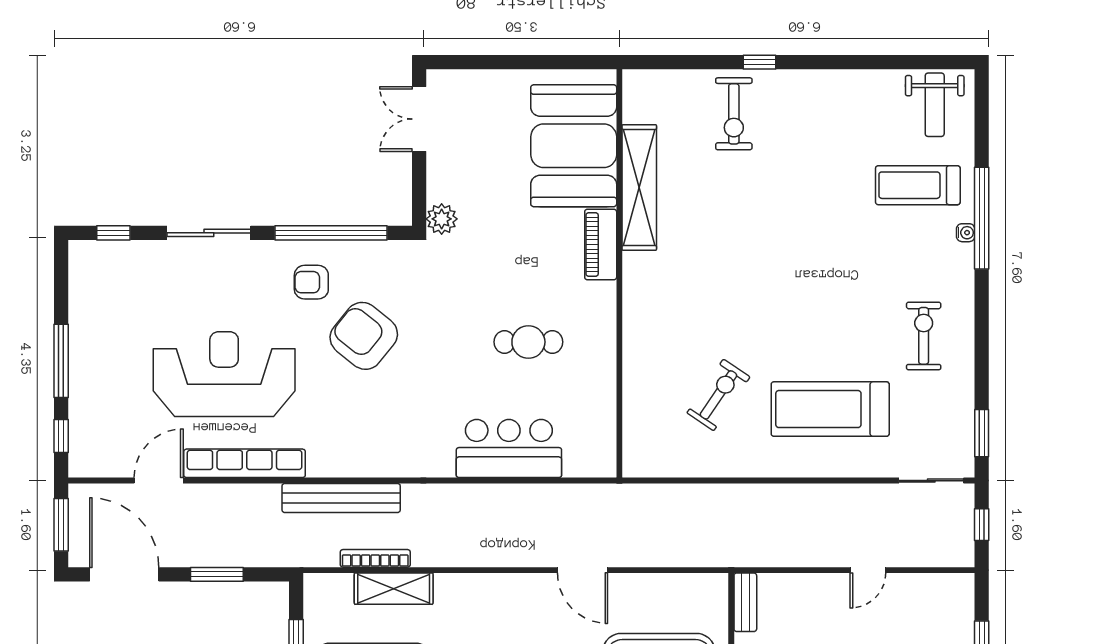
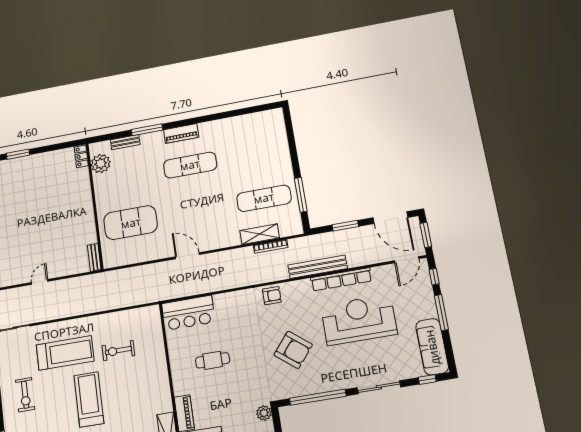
armchair: (311, 282) -> (272, 296), moved
sofa: (92, 296) -> (432, 347), added
treadmill: (792, 304) -> (89, 399), added
reception desk: (224, 374) -> (359, 320), turned 180
exercise bike: (718, 395) -> (118, 351), turned 56
bar counter: (509, 449) -> (188, 313), moved
door: (159, 481) -> (407, 260), moved
bench: (341, 498) -> (318, 267), moved
door: (582, 570) -> (187, 256), moved

